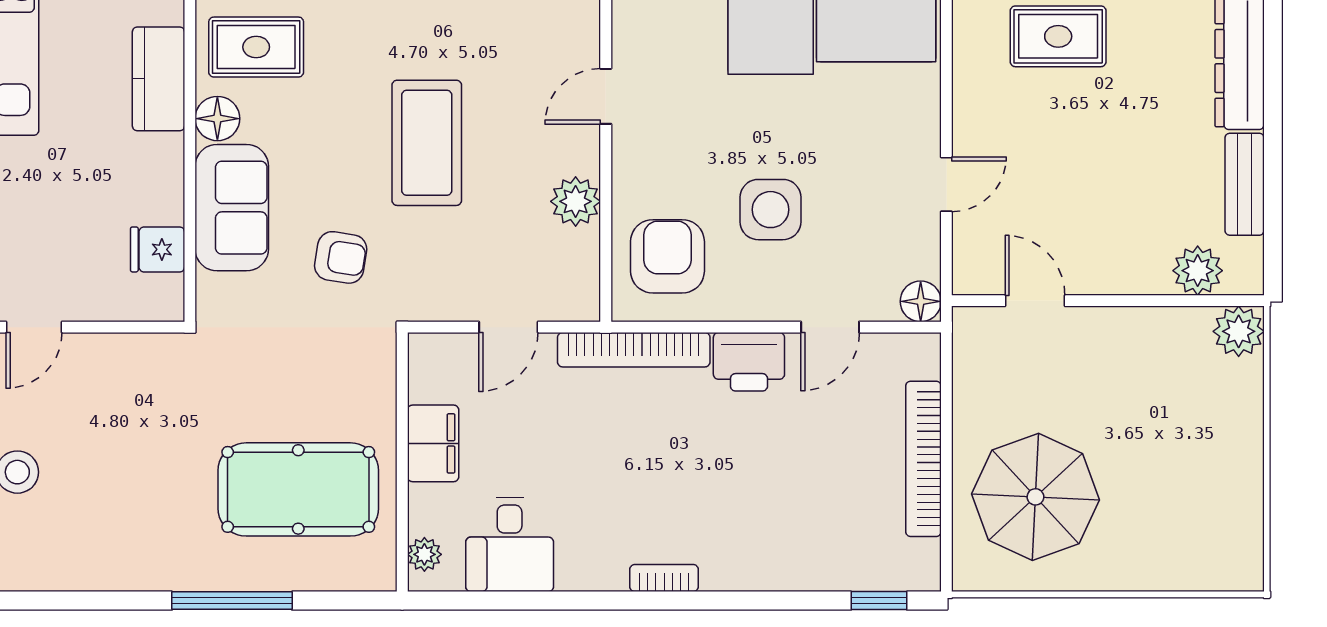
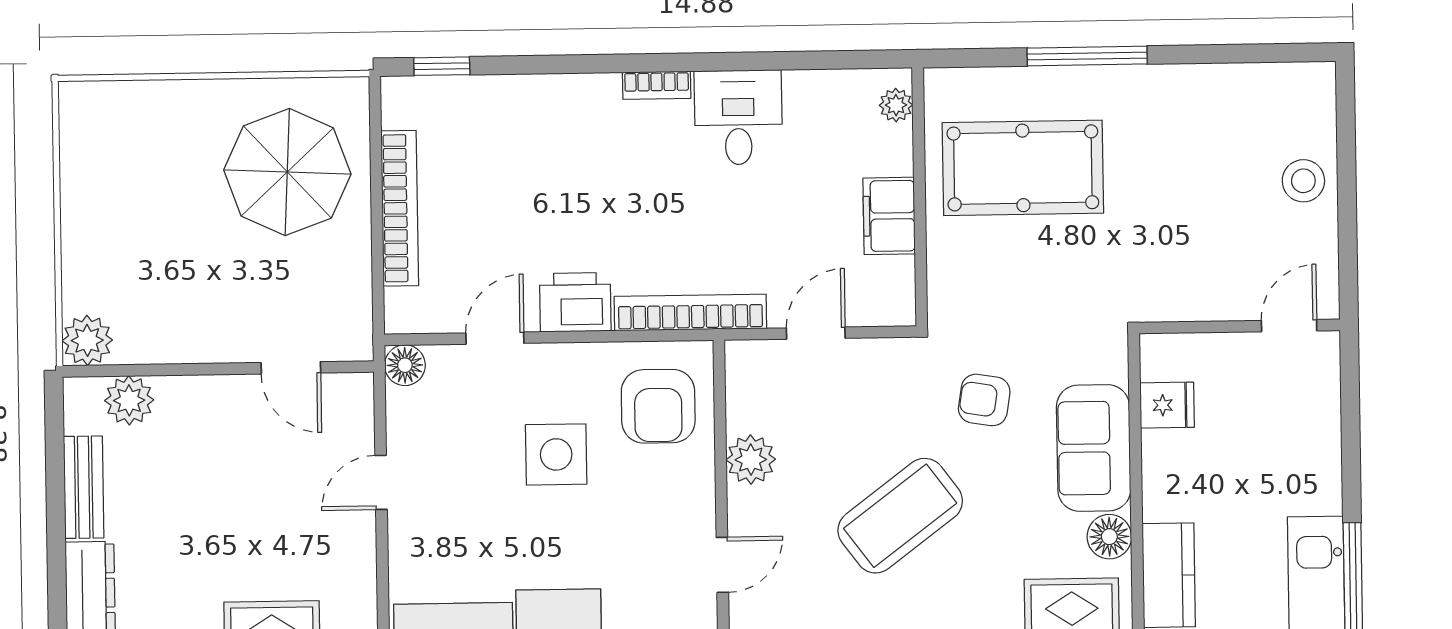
coffee table: (427, 143) -> (900, 516), turned 53
desk: (510, 545) -> (738, 117), moved

